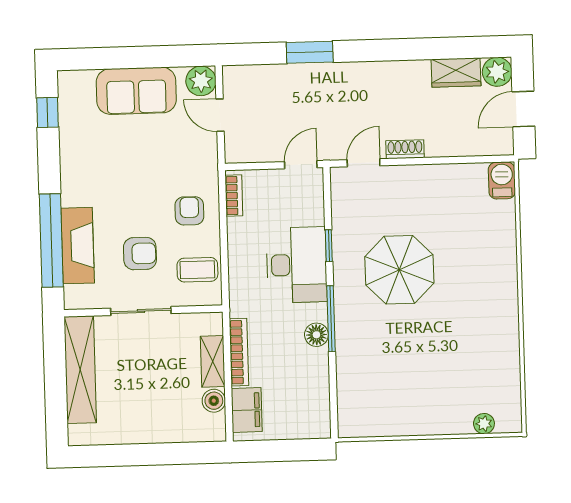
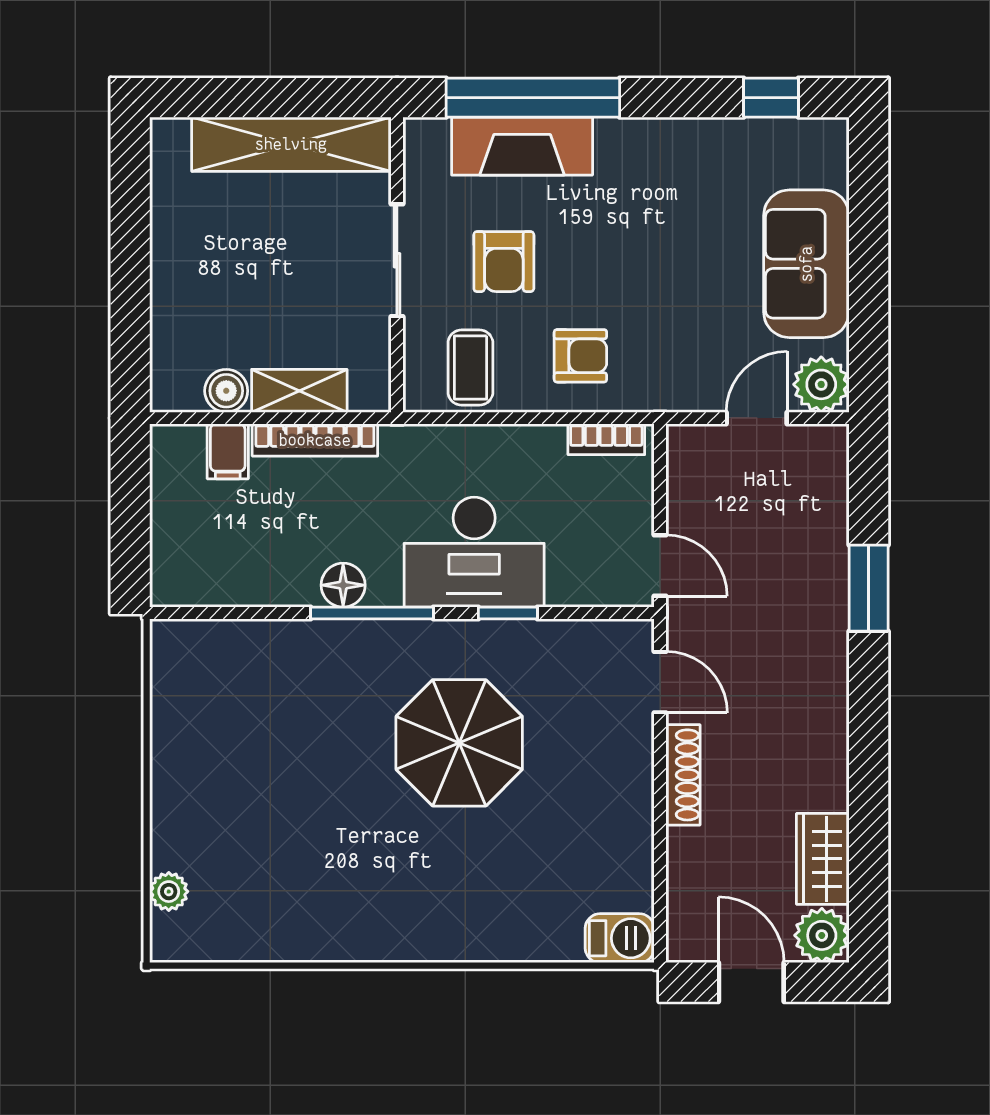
shoe rack: (405, 149) -> (683, 775), width x1.43
filing cabinet: (247, 410) -> (228, 451), width x0.50

